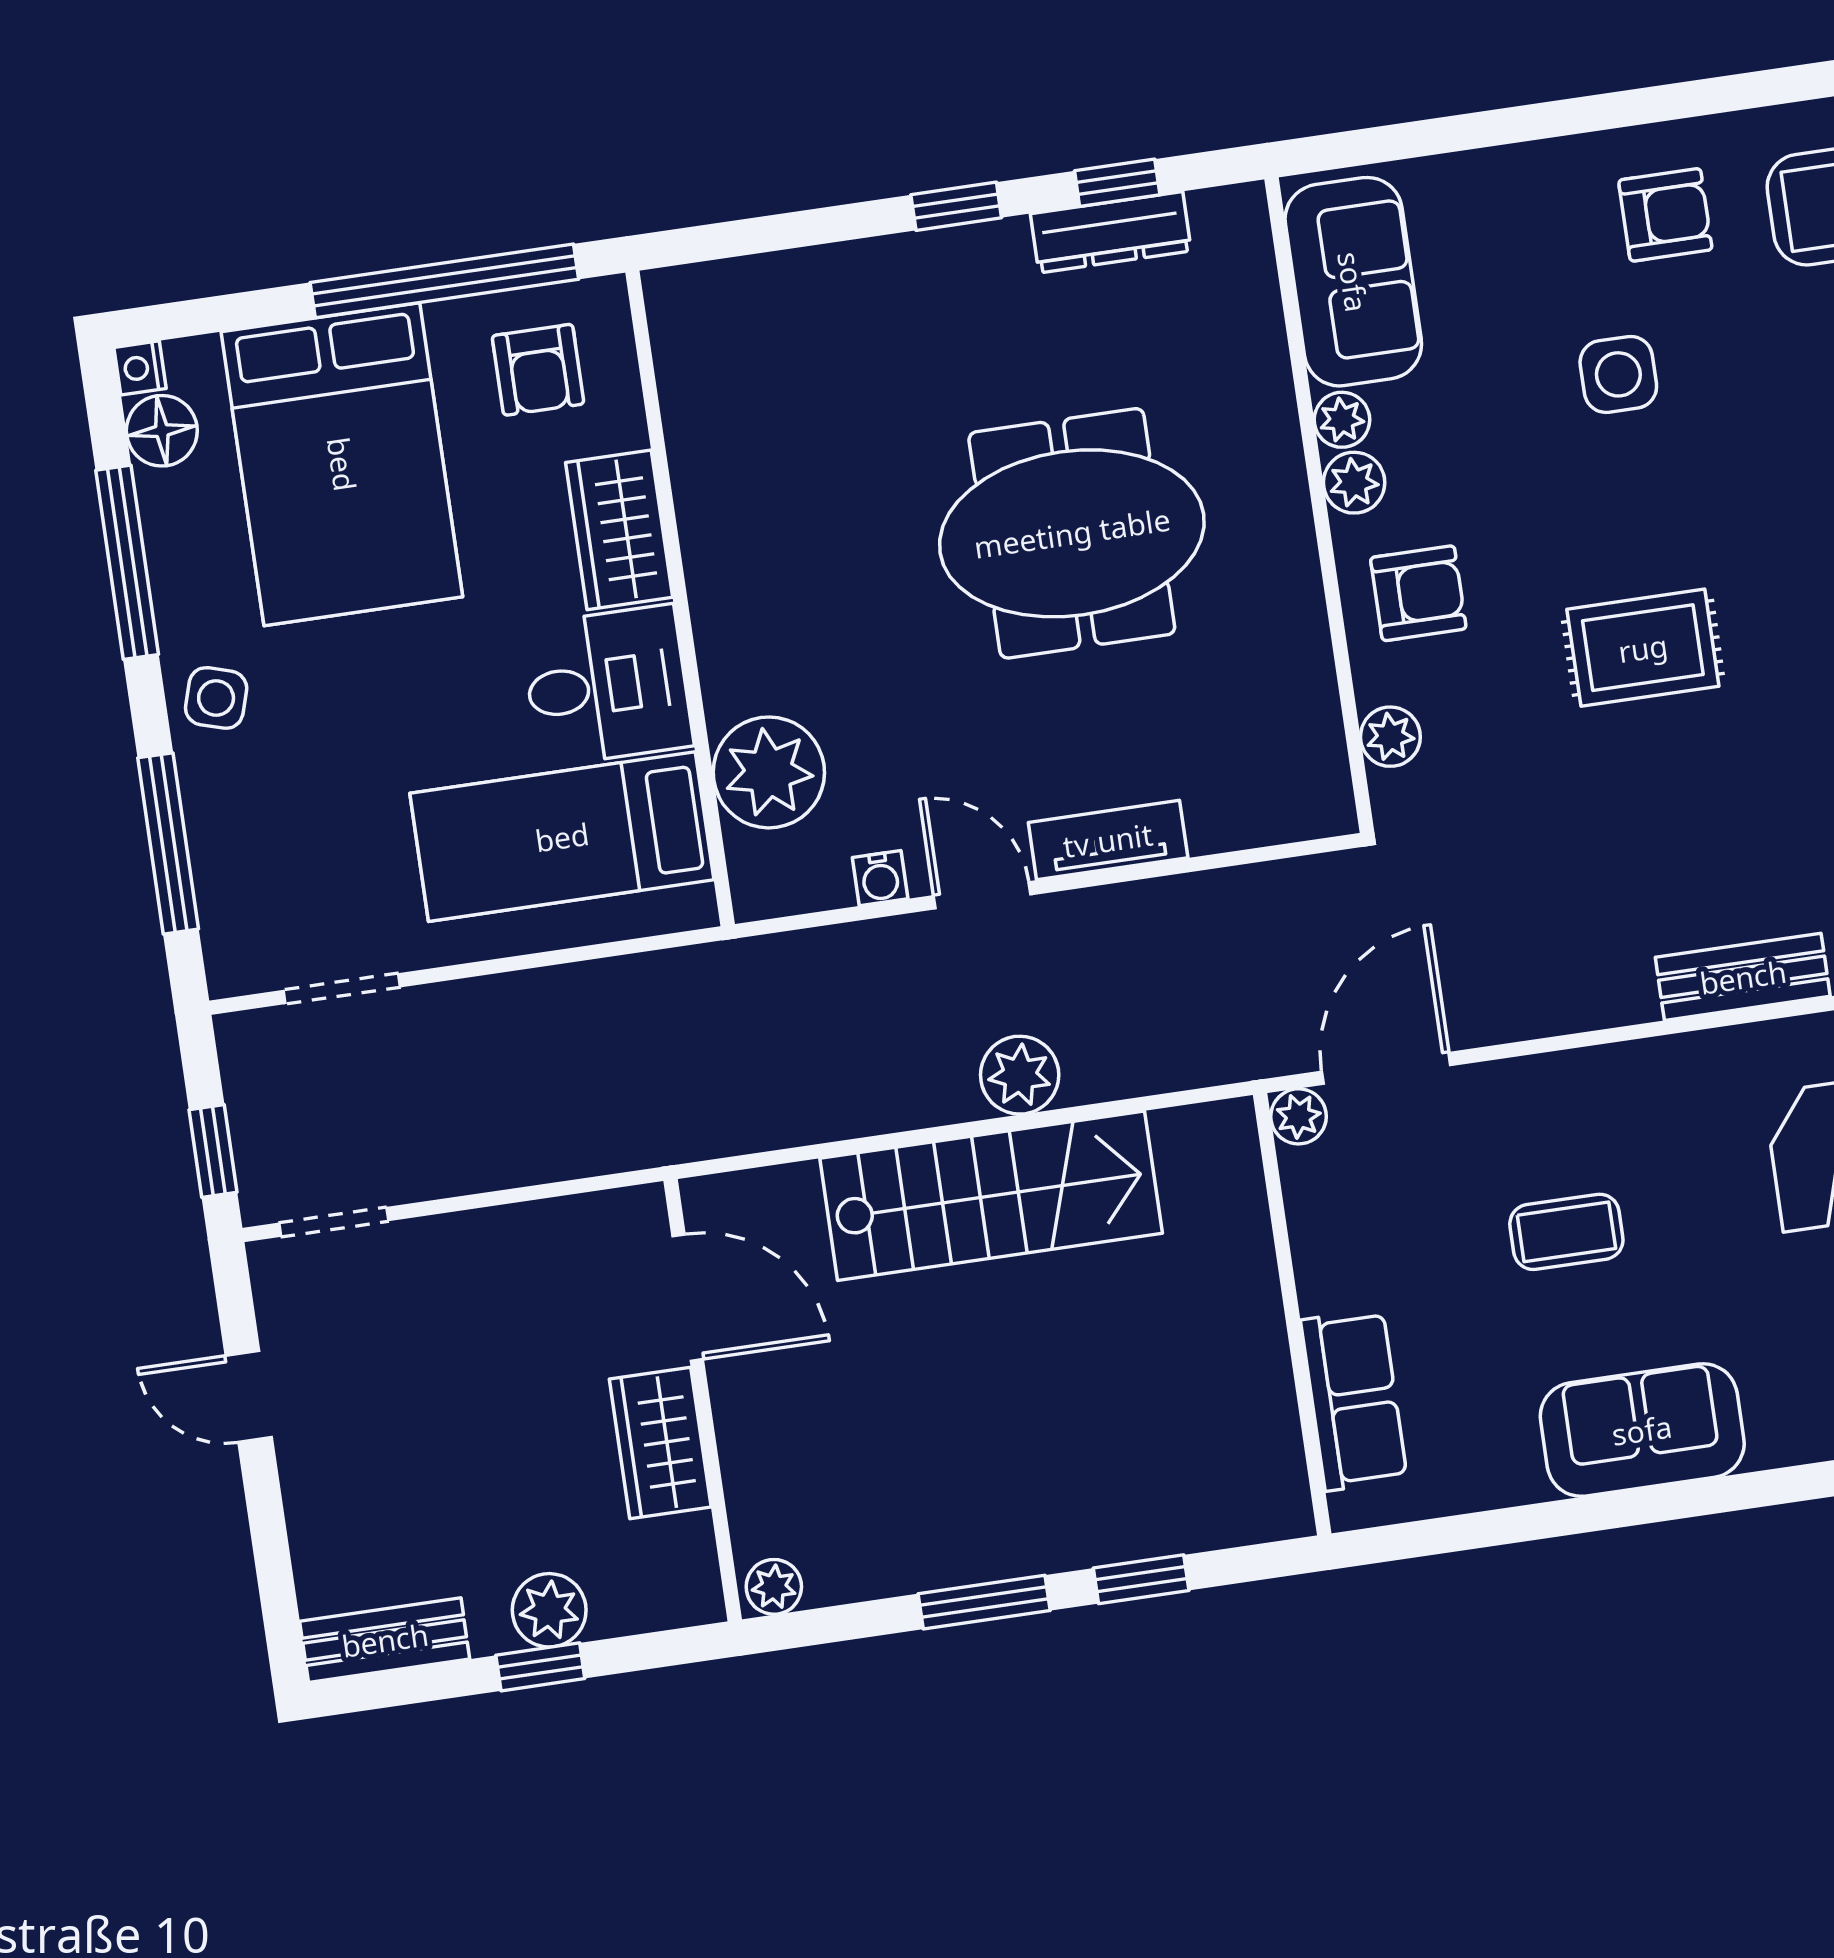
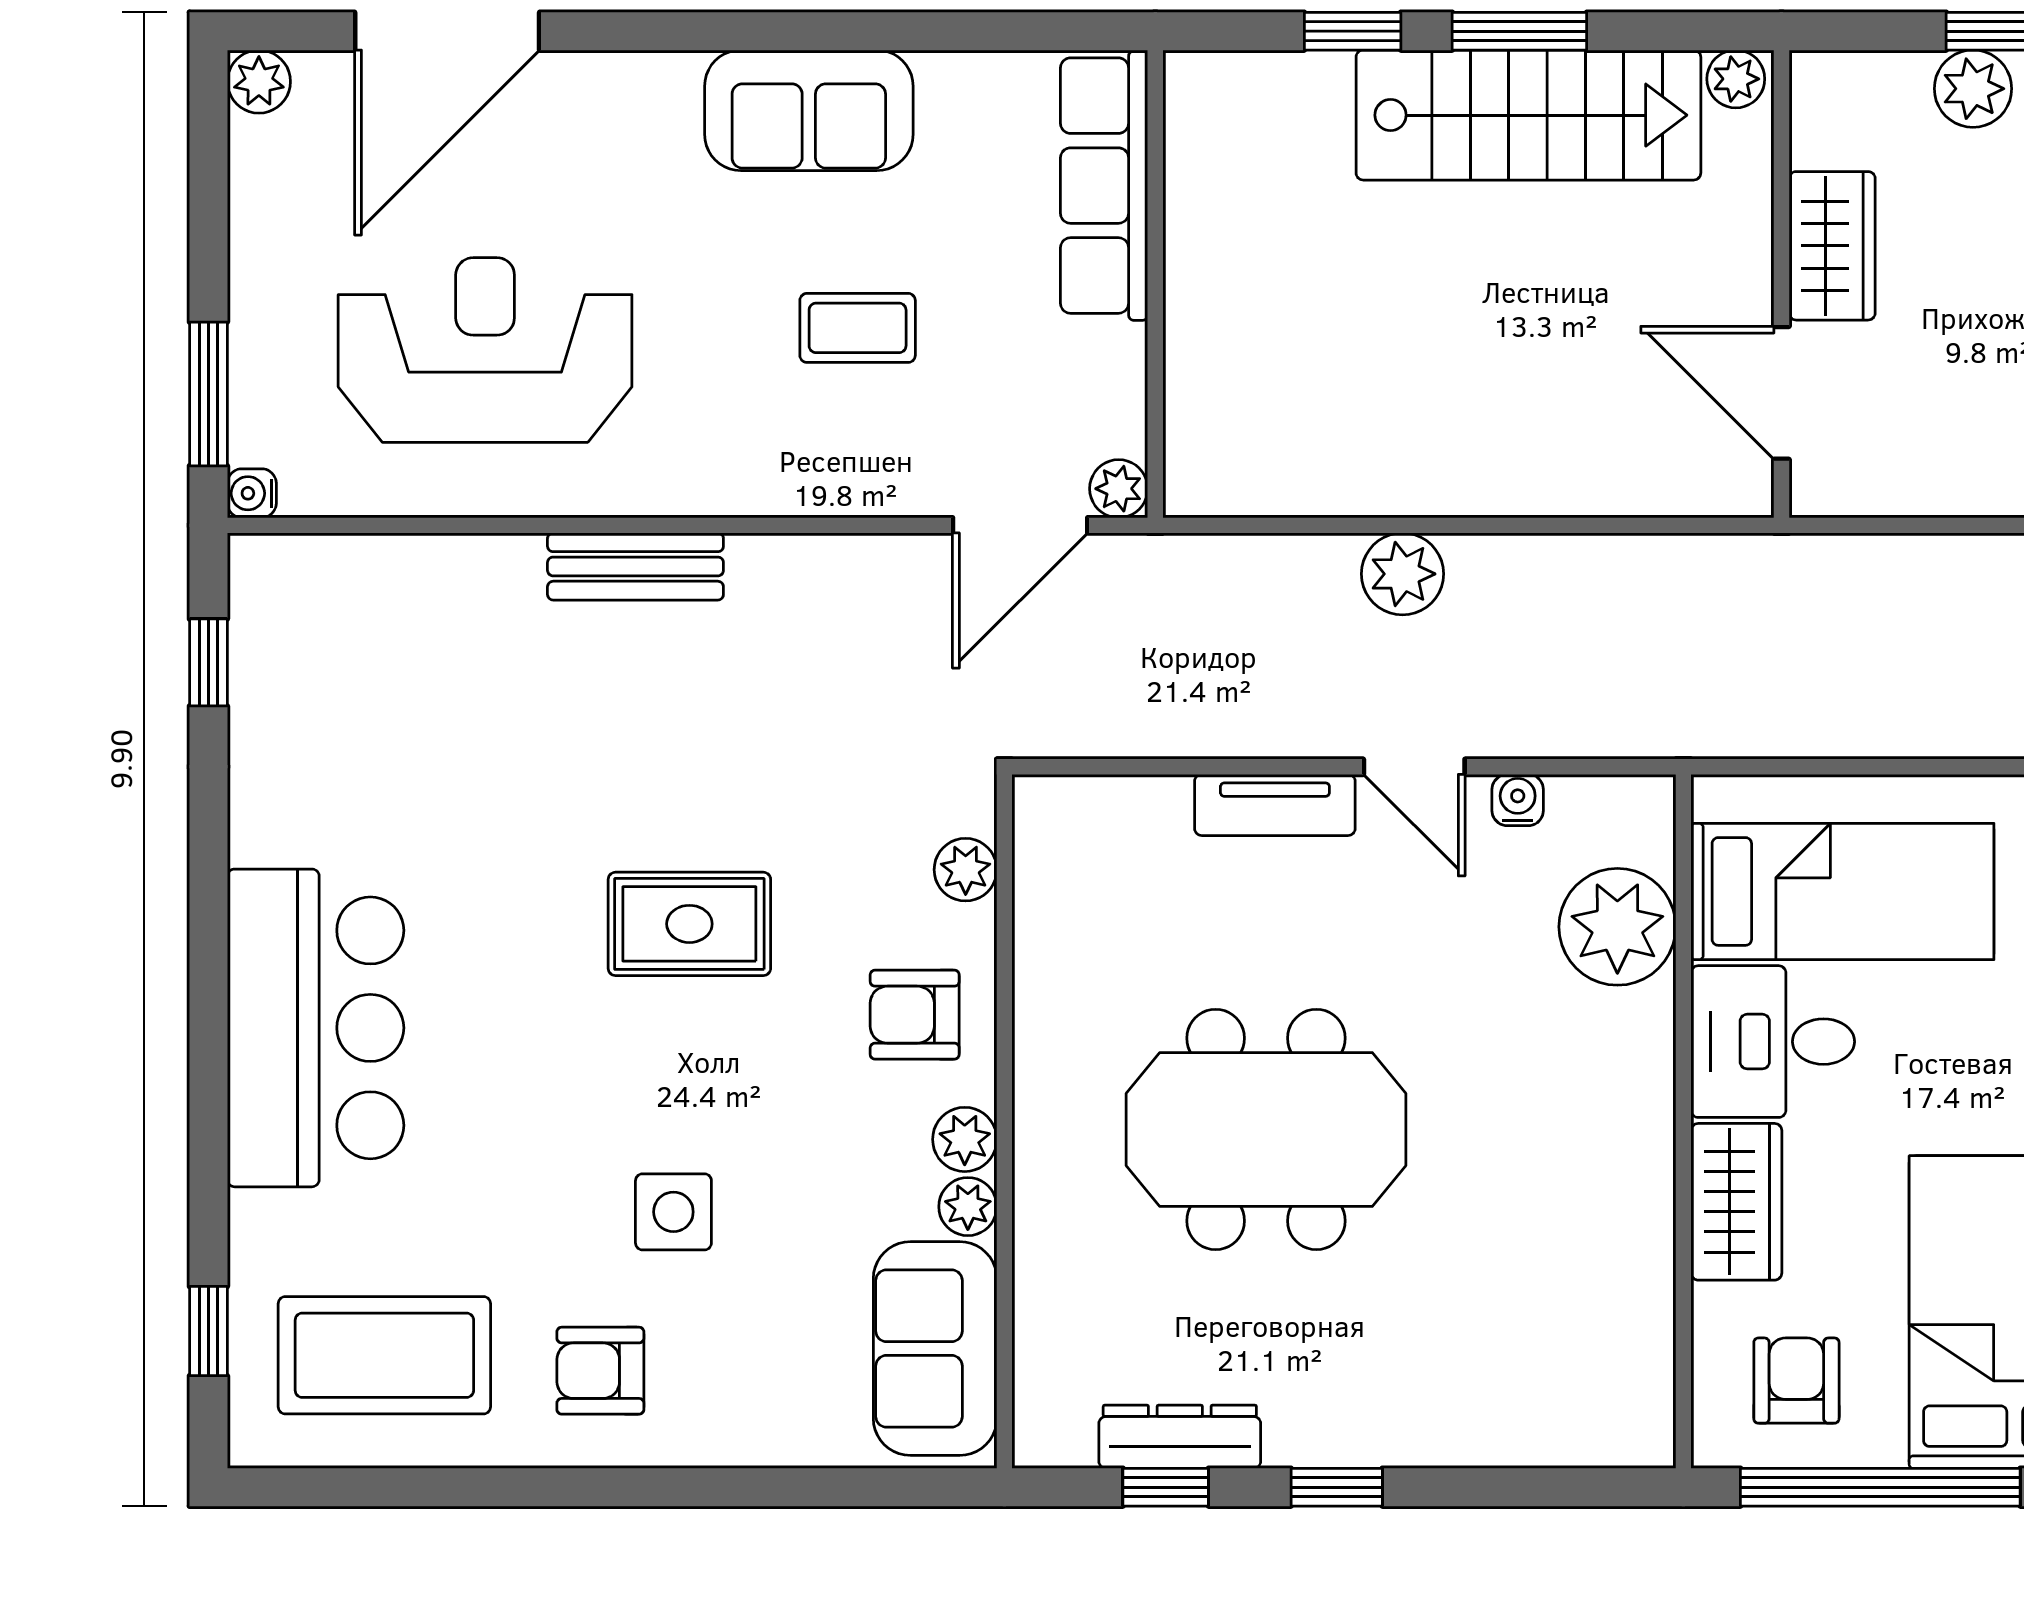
stairs: (991, 1196) -> (1528, 115), moved, turned 180
row of seats: (1354, 1400) -> (1104, 186), width x1.48

